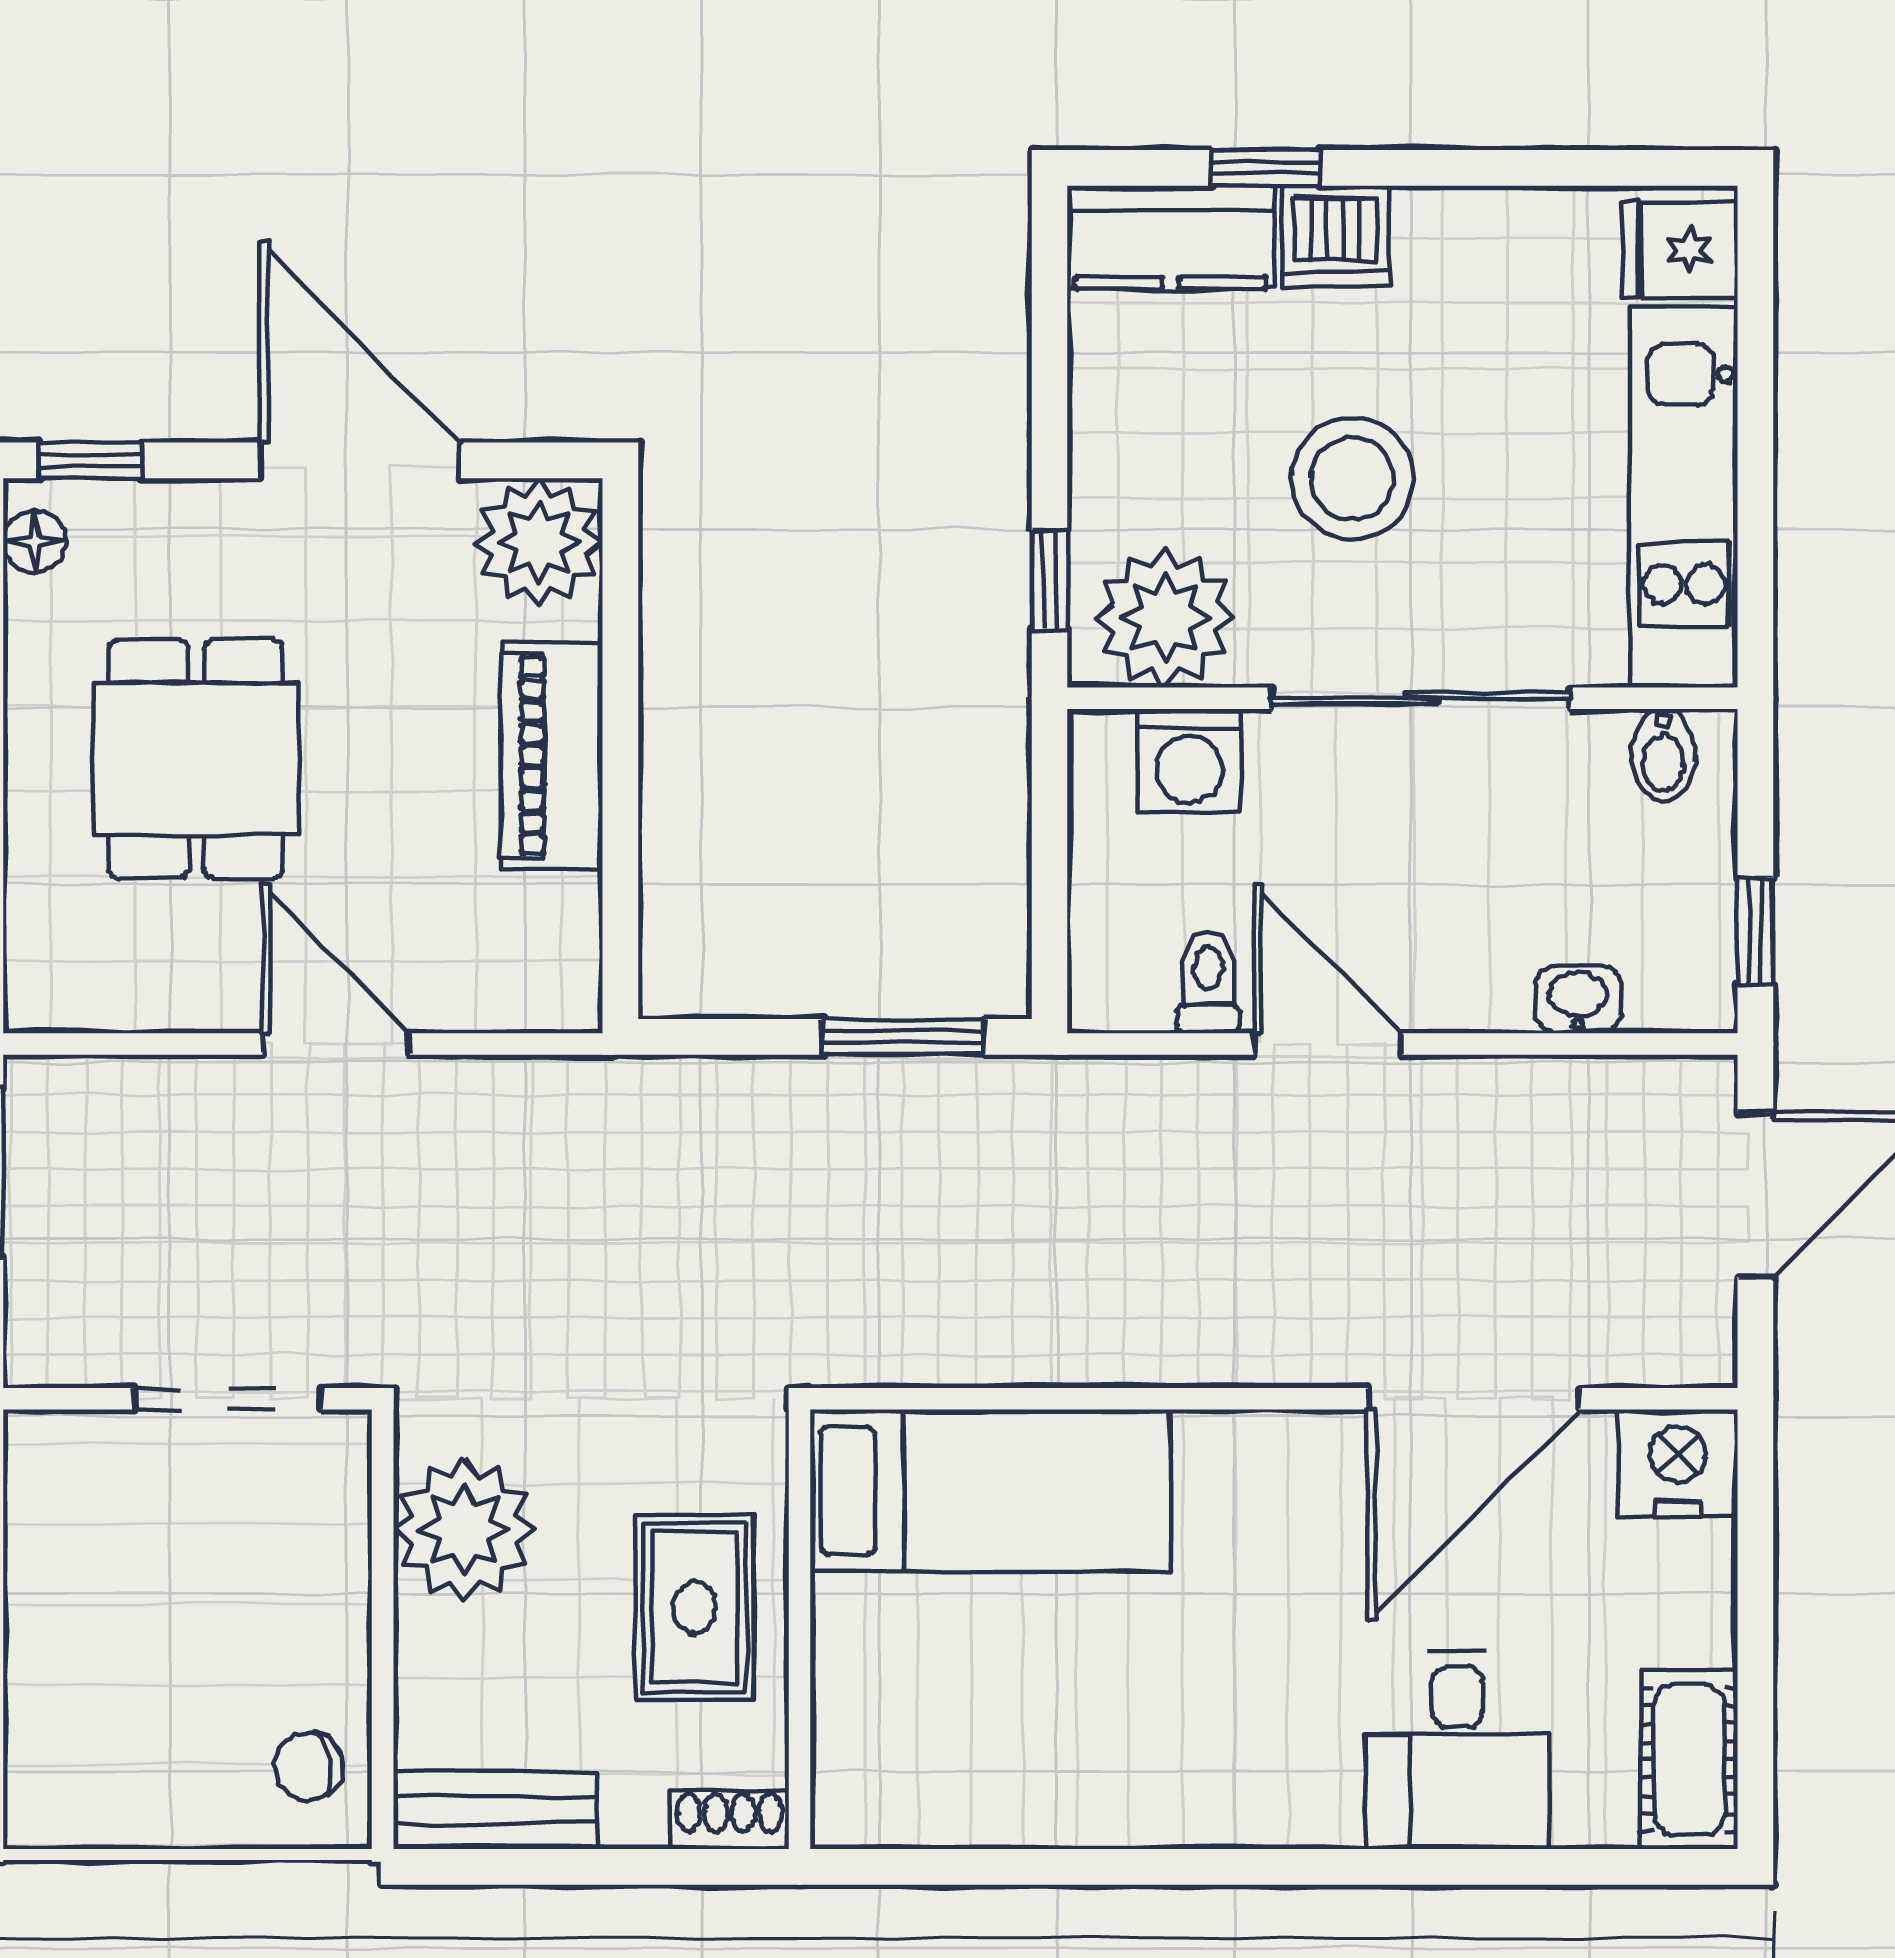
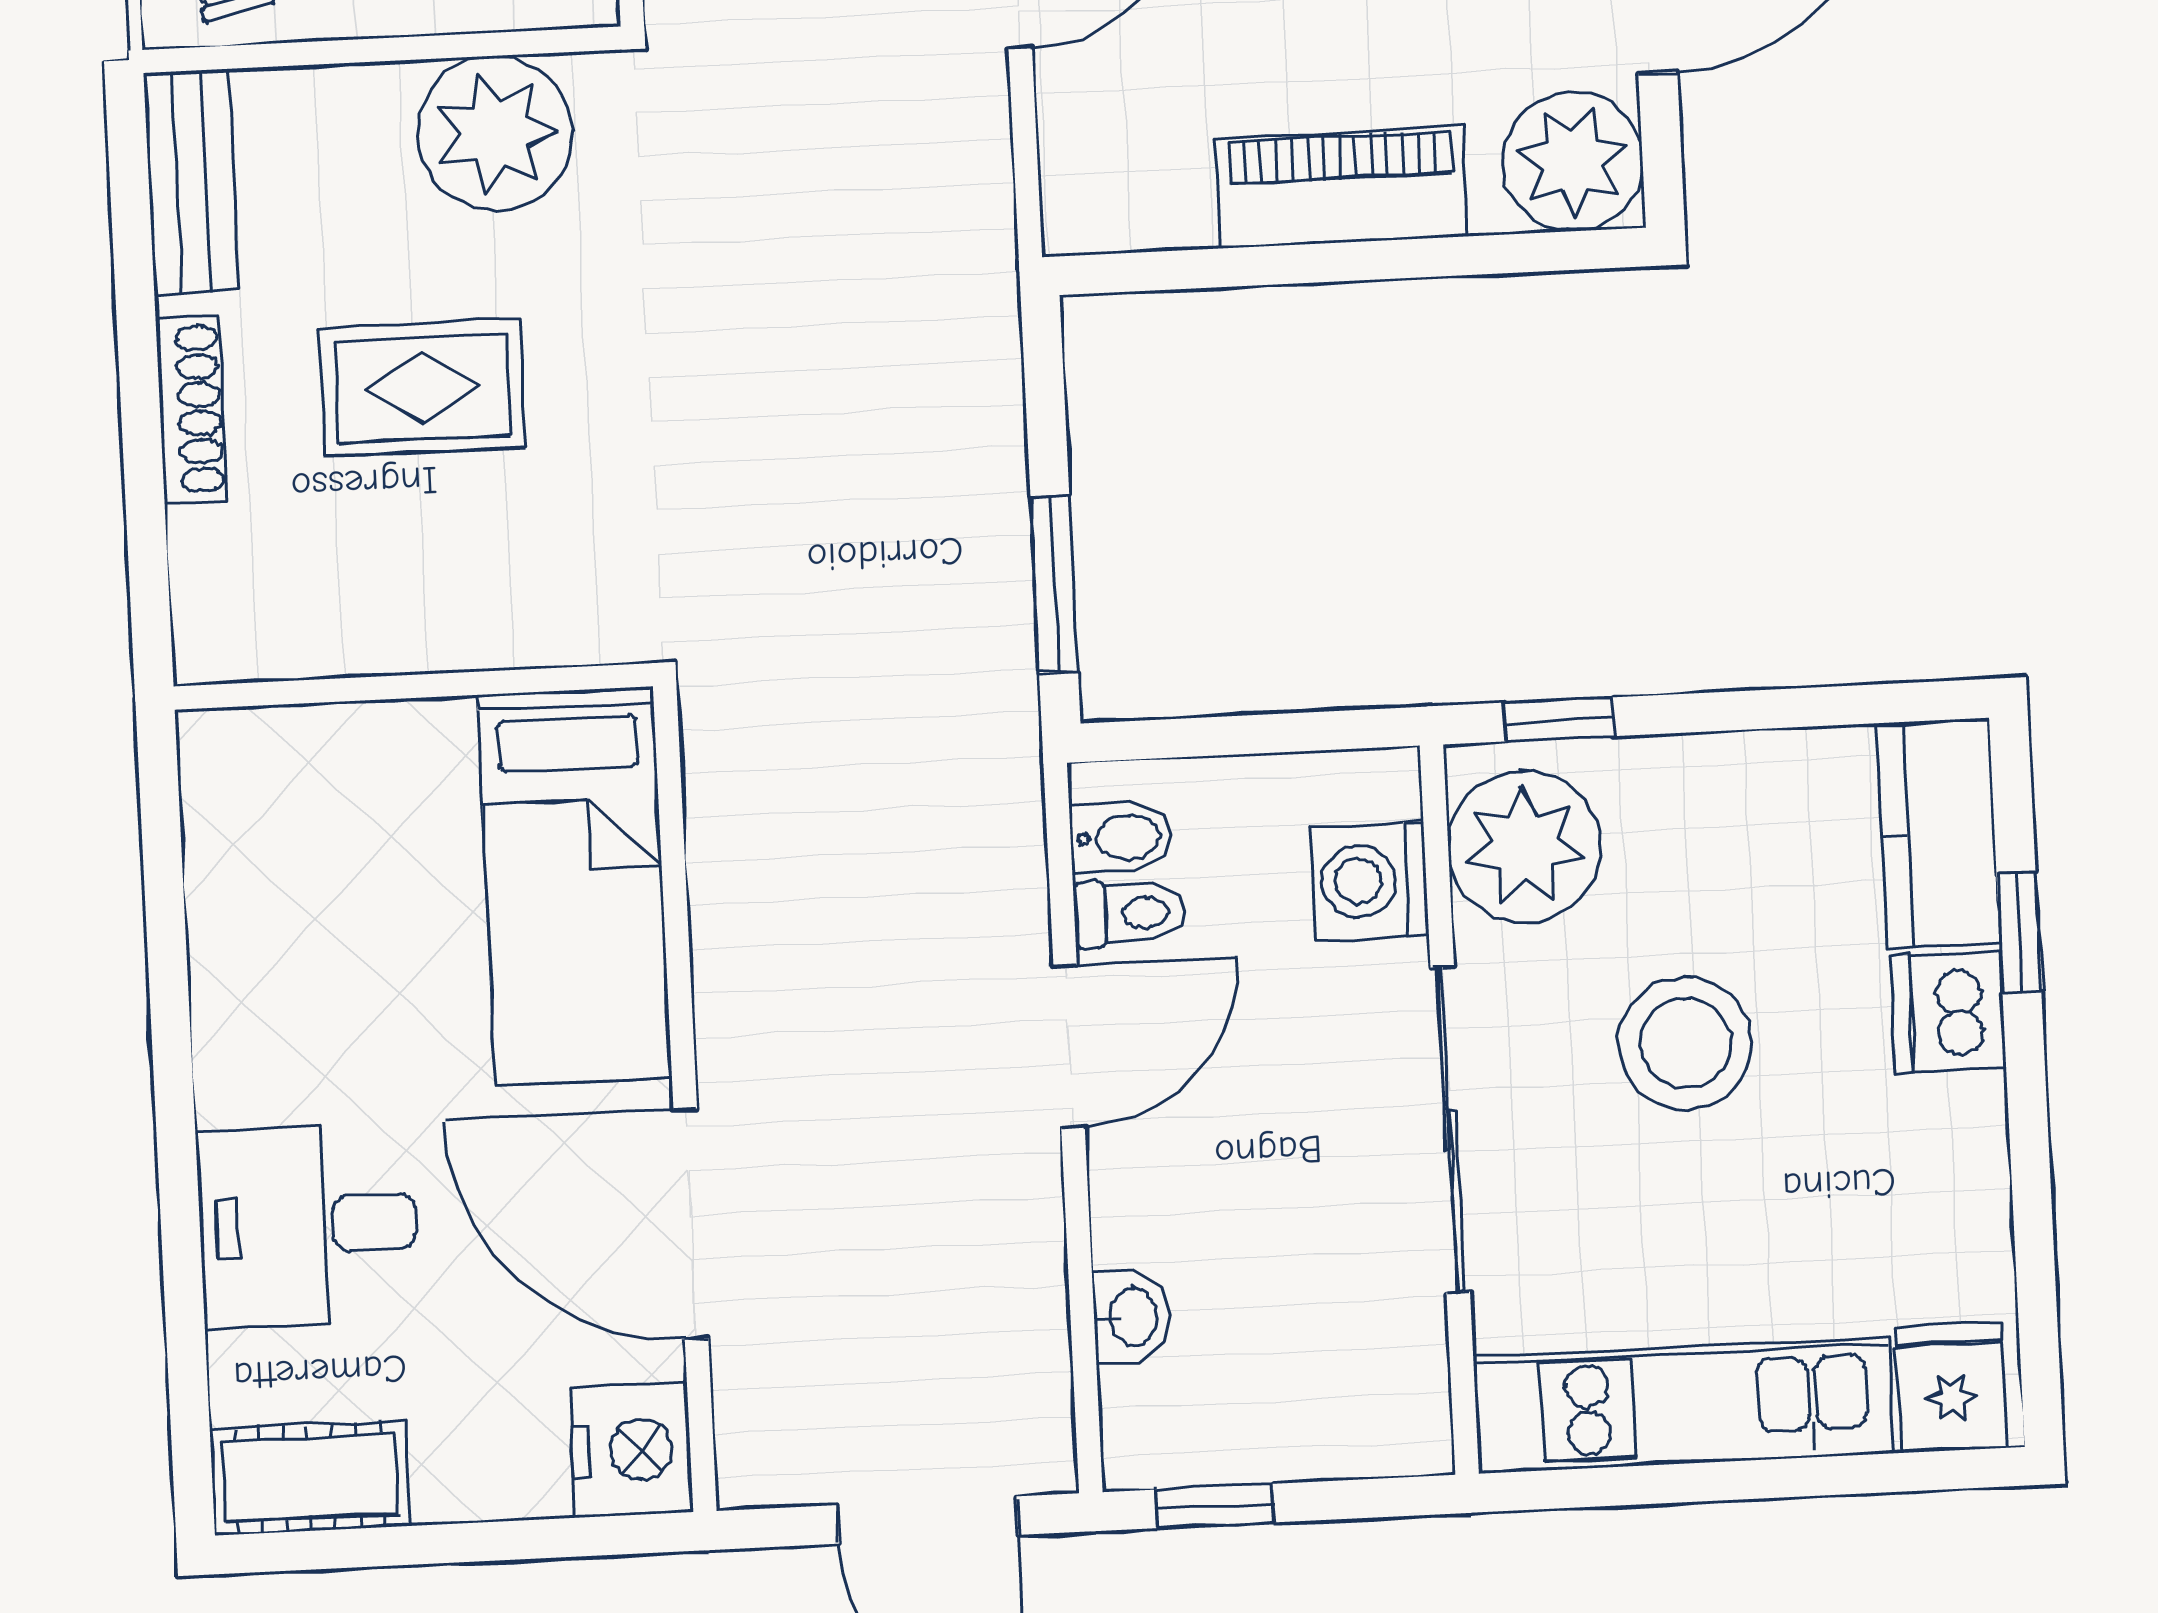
bidet: (1663, 755) -> (1121, 837), moved, turned 180
bed: (990, 1490) -> (574, 886), moved
wall: (799, 1629) -> (413, 686), moved
shoe rack: (729, 1820) -> (191, 409), width x1.43

